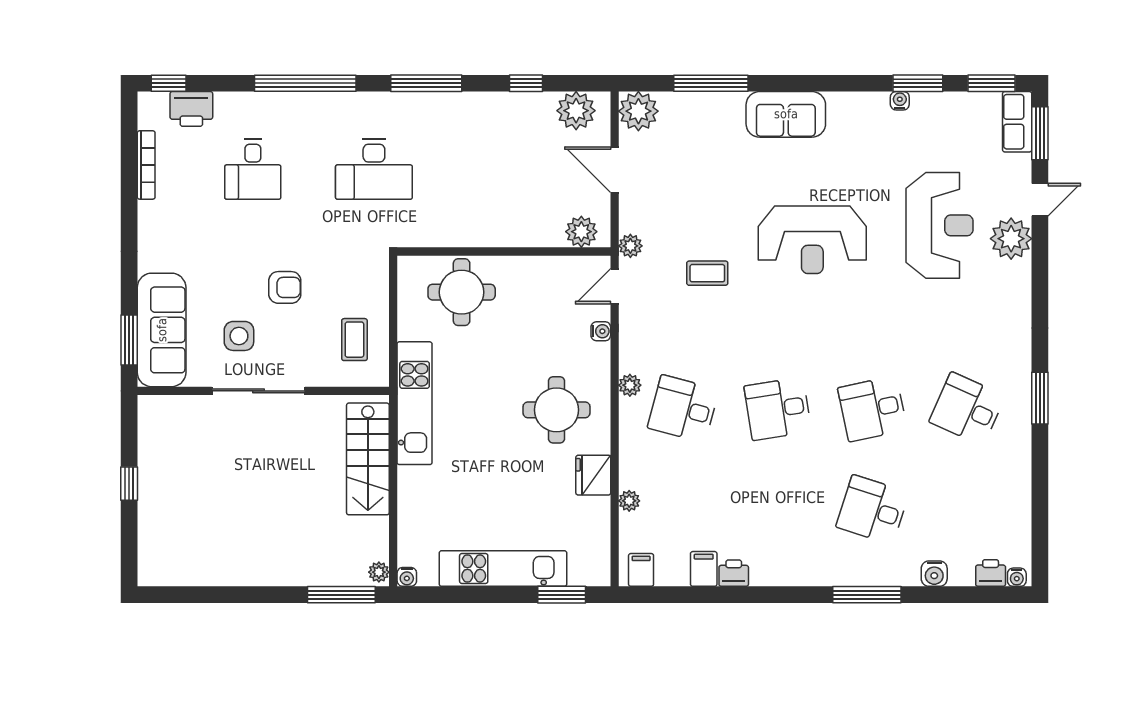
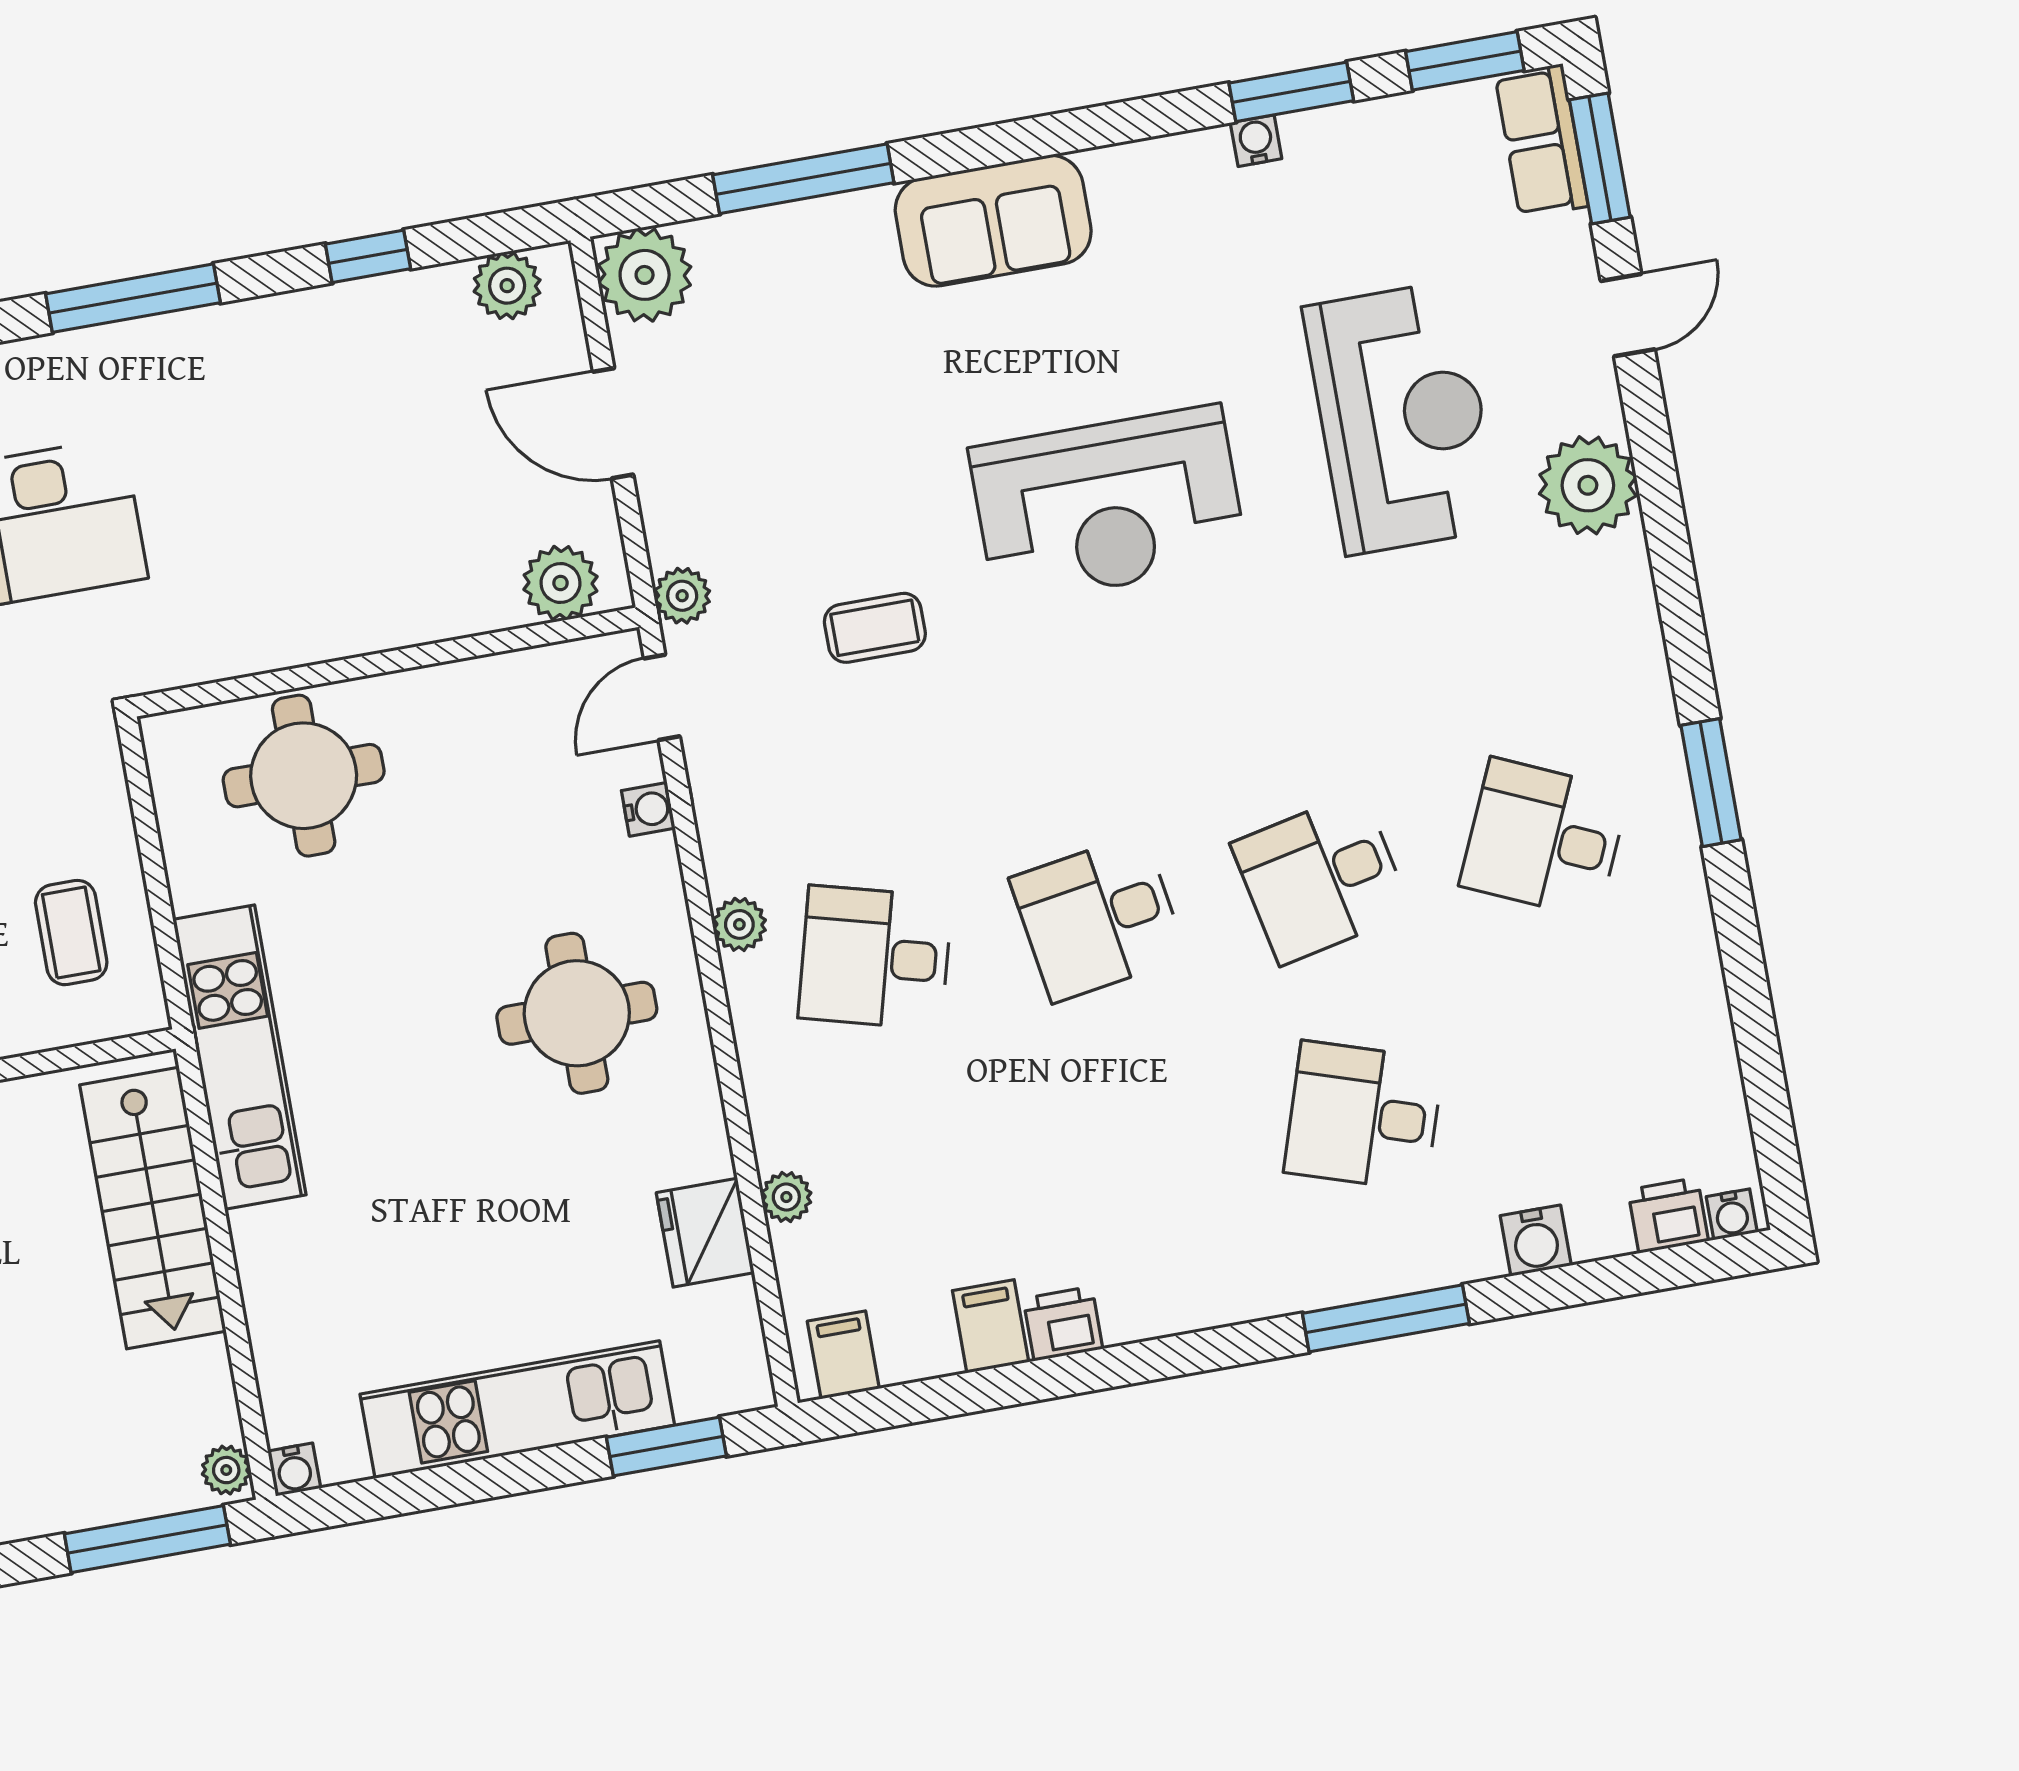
plant: (576, 111) -> (507, 286), width x0.73, depth x0.73
plant: (1011, 239) -> (1588, 485), moved
fridge: (593, 475) -> (705, 1233), moved

